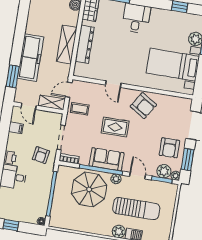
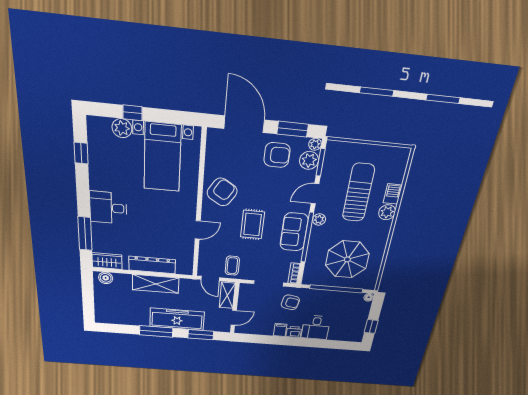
window: (19, 38) -> (156, 331), added
filing cabinet: (16, 128) -> (280, 330), moved
parasol: (89, 189) -> (347, 259), moved

